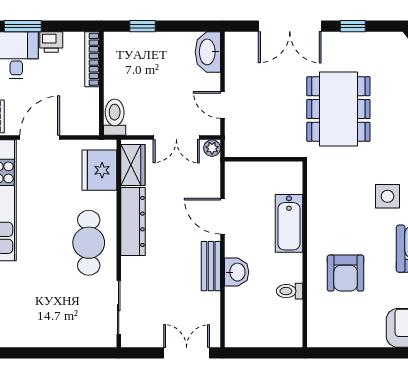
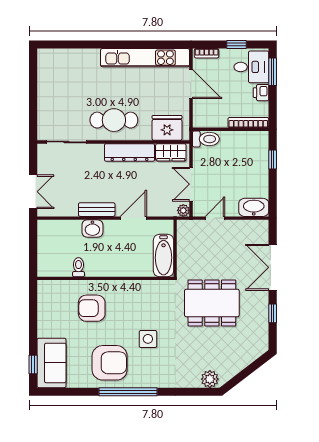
bathtub: (289, 223) -> (163, 256), moved, turned -90

